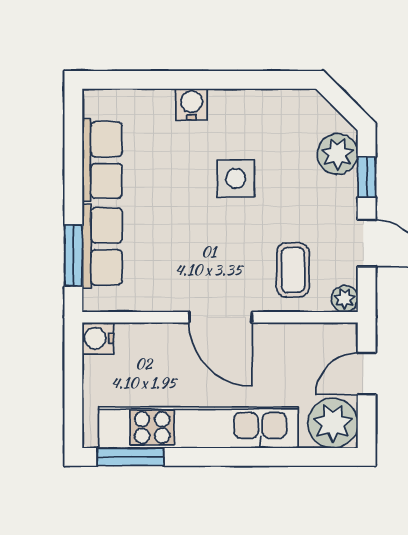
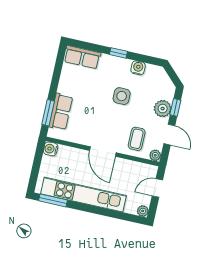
window: (206, 80) -> (118, 53), added
water cooler: (191, 104) -> (138, 68), moved
plant: (338, 154) -> (163, 109), moved
row of seats: (102, 160) -> (82, 57), moved, turned 90
plant: (333, 423) -> (143, 211), width x0.53, depth x0.53

